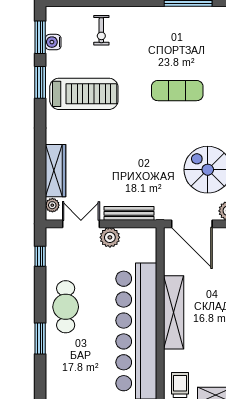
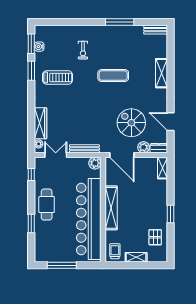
exercise bike: (101, 30) -> (83, 50), moved
treadmill: (84, 94) -> (57, 77), width x0.73, depth x0.73
plant: (110, 237) -> (95, 163), moved

